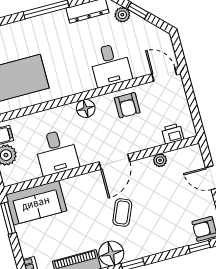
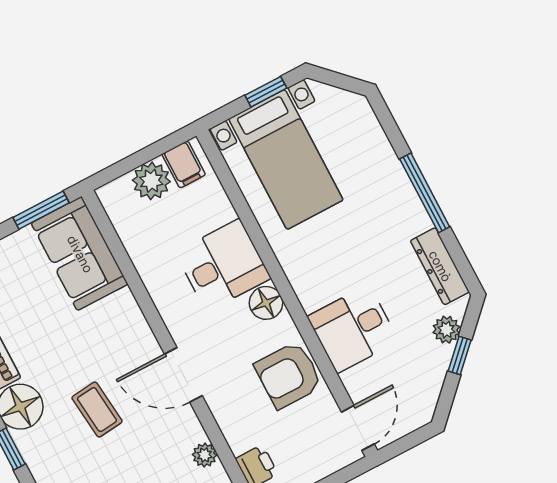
armchair: (127, 105) -> (288, 375), width x1.38, depth x1.38
desk: (57, 152) -> (223, 265), moved, turned 180
coffee table: (122, 212) -> (97, 410), turned 61

